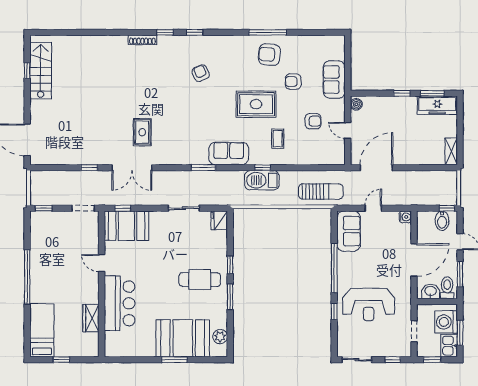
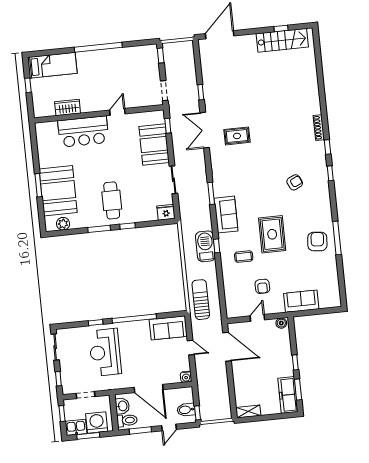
armchair: (293, 82) -> (296, 265), removed
sun lounger: (321, 192) -> (201, 300), turned 180
booth: (126, 226) -> (154, 144), moved

